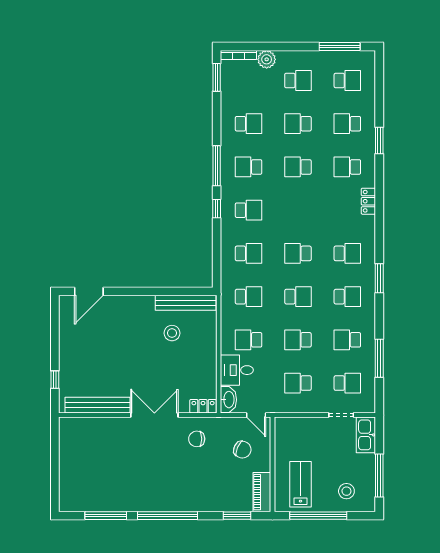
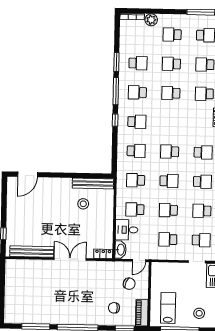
window: (217, 77) -> (116, 62), moved
school desk: (298, 81) -> (172, 35), turned 180
school desk: (249, 297) -> (136, 180), turned 180
door: (256, 415) -> (139, 261), hinge flipped
chair: (197, 439) -> (114, 308), moved

